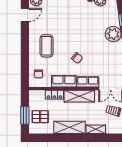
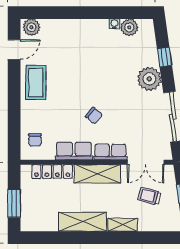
coffee table: (46, 46) -> (36, 83), moved
locker: (54, 95) -> (52, 172), width x1.53
pallet: (40, 117) -> (37, 205), removed

